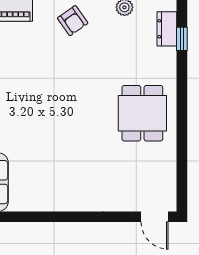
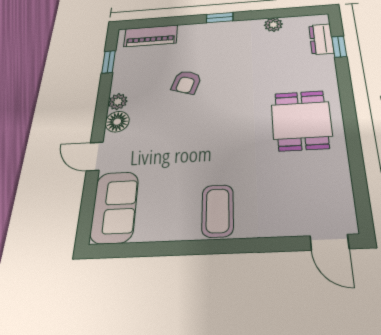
armchair: (73, 21) -> (186, 82), moved, turned 53
coffee table: (73, 189) -> (218, 211), added

